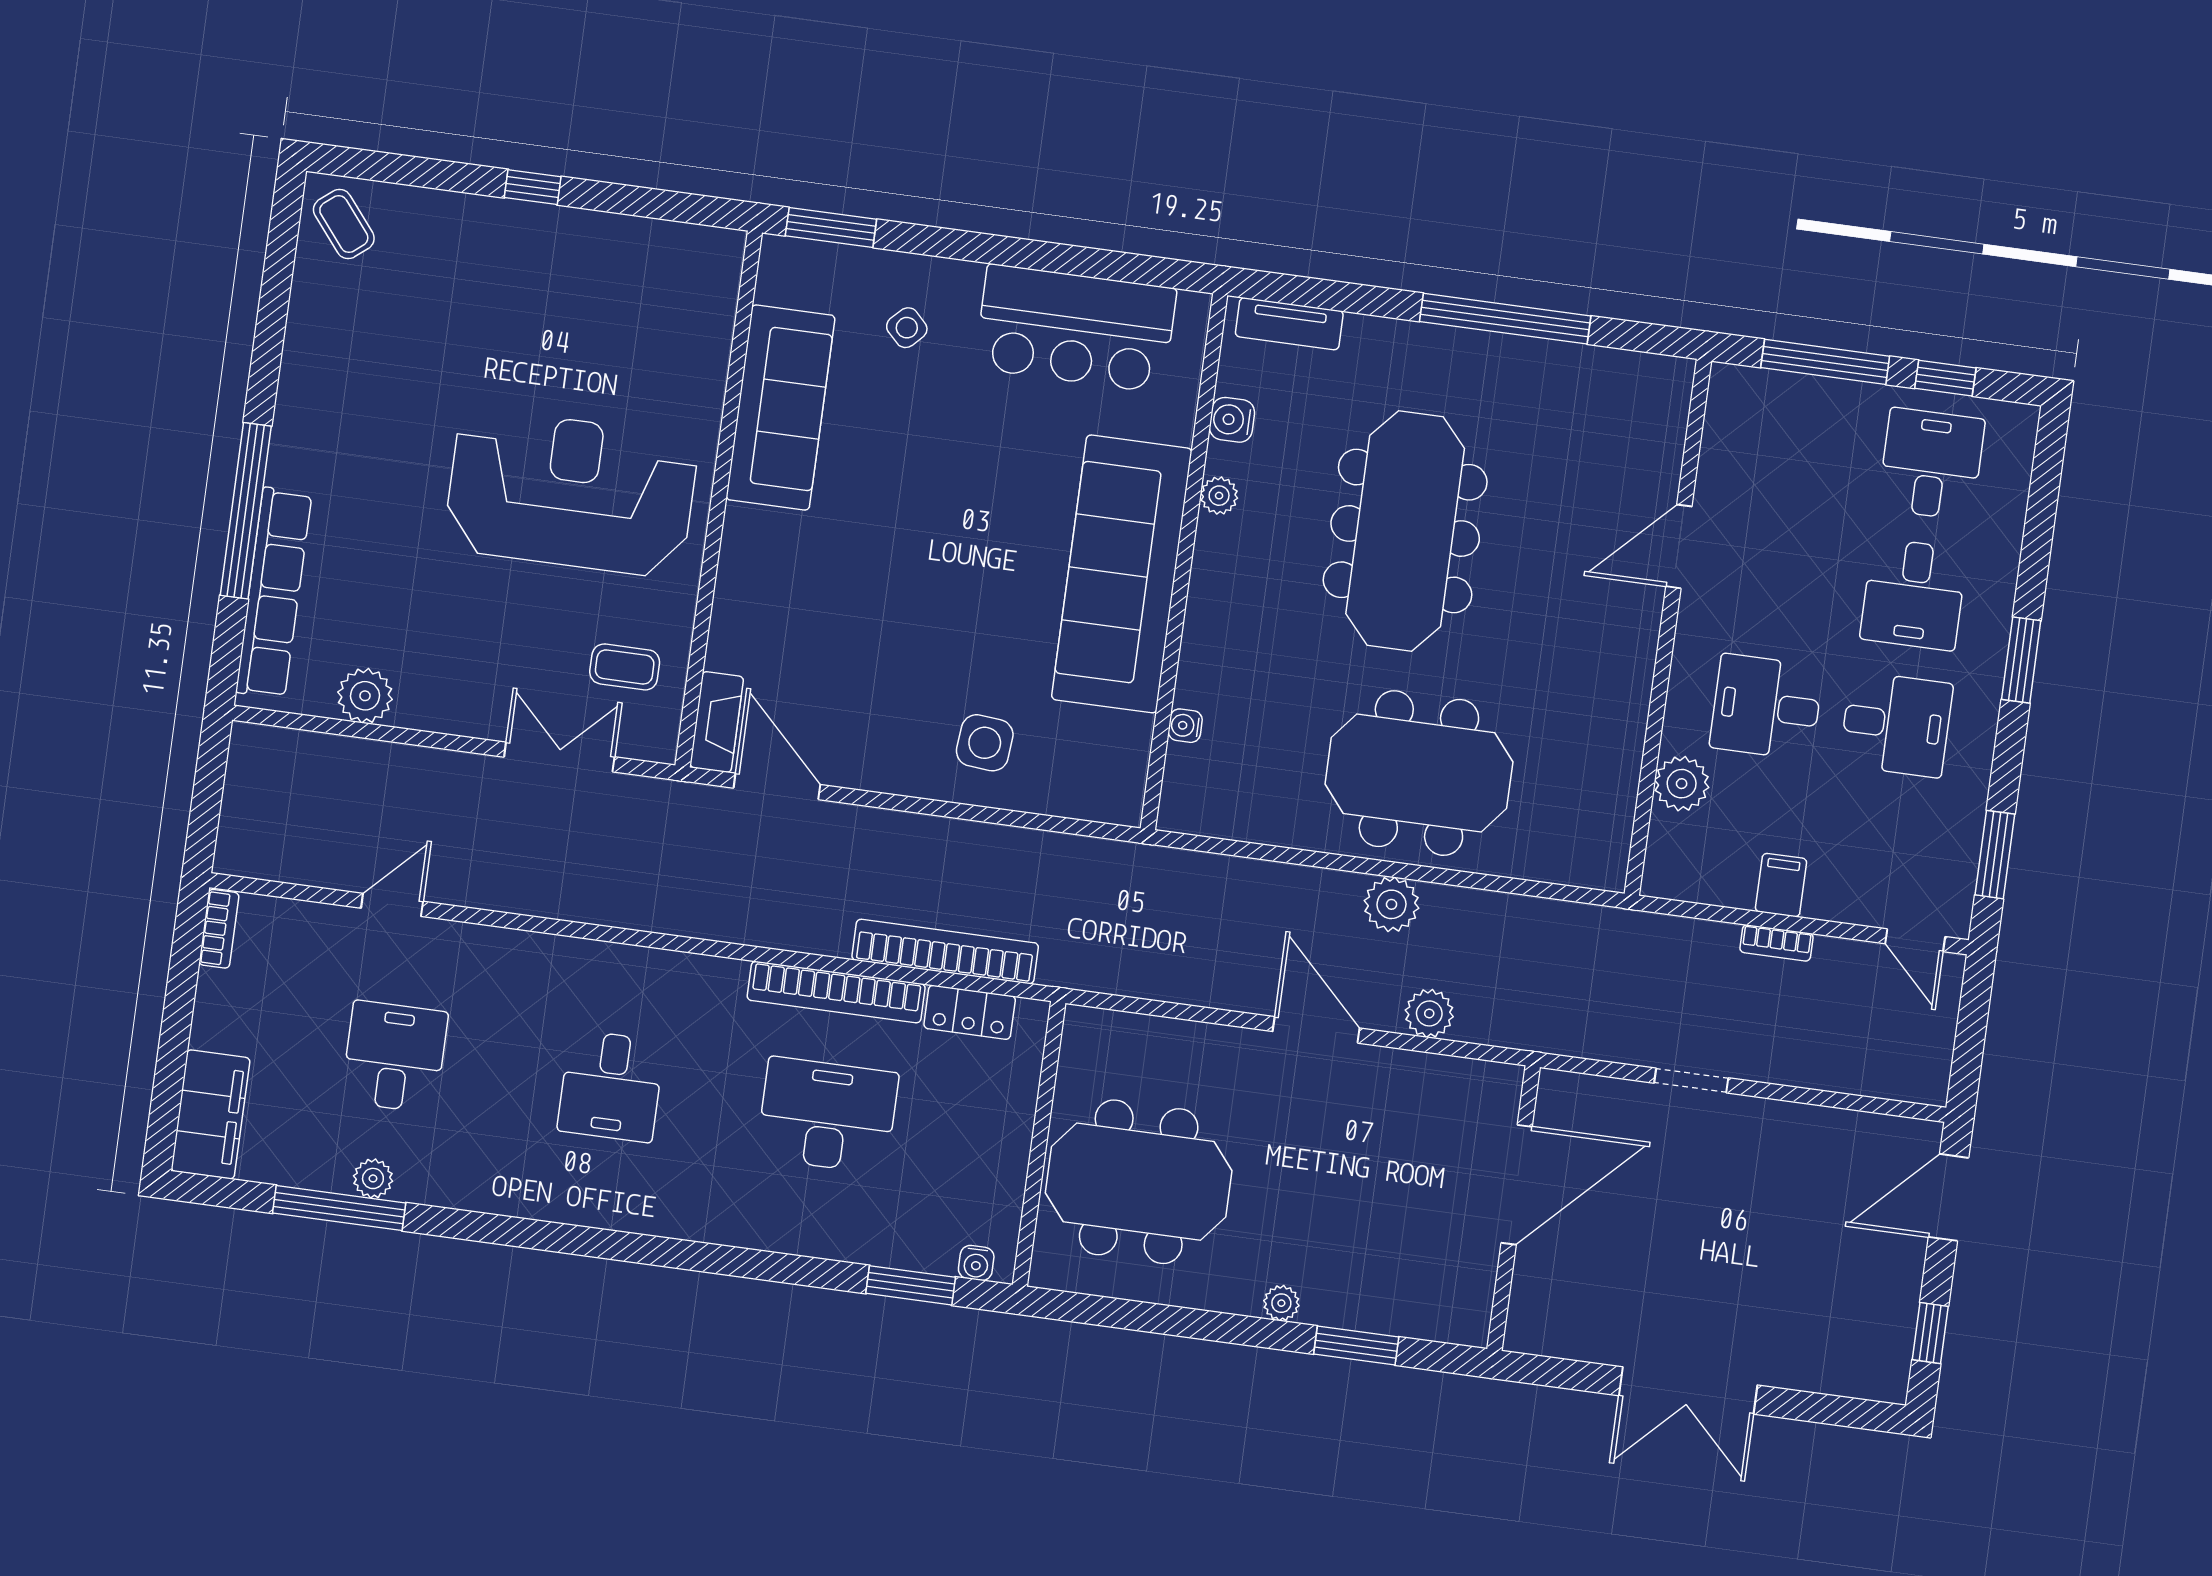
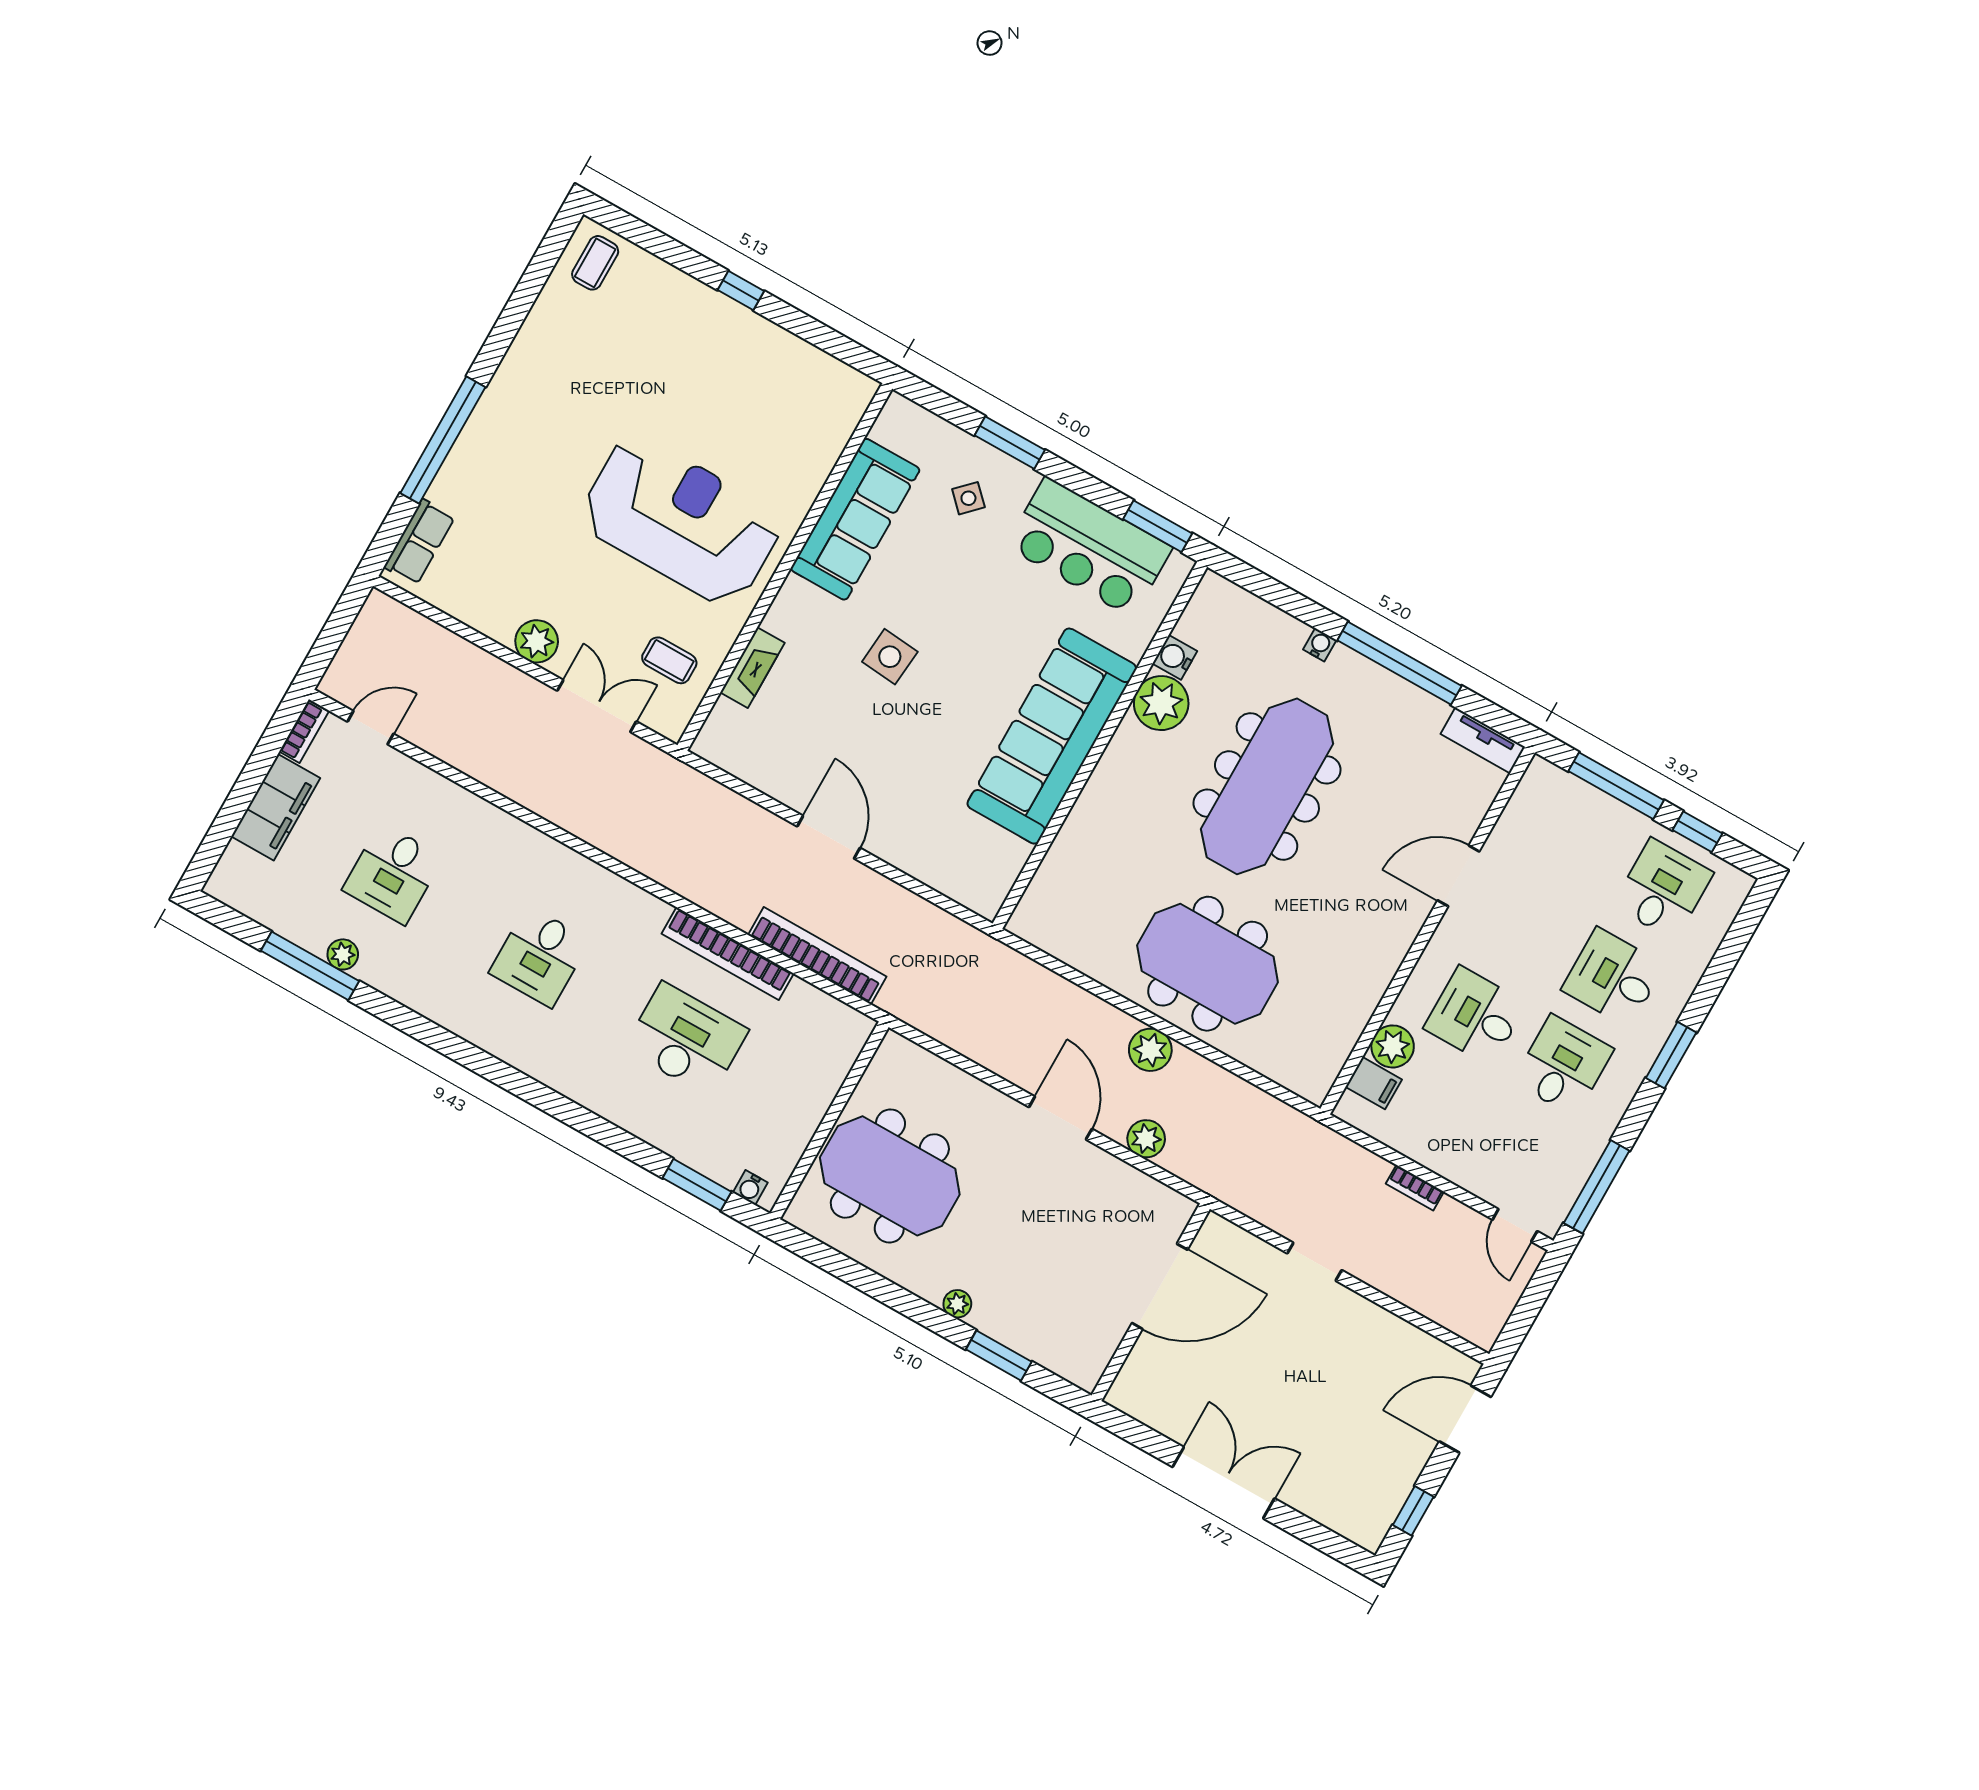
coffee table: (344, 224) -> (595, 263), turned 39
window: (831, 227) -> (1010, 443), moved
window: (1148, 270) -> (1158, 526), added
tv unit: (1289, 324) -> (1483, 740), moved
plant: (1219, 496) -> (1161, 703), width x1.88, depth x1.88
row of seats: (274, 593) -> (419, 542), width x0.50
desk: (1914, 594) -> (1613, 977), turned 90
plant: (365, 696) -> (537, 641), moved
fireplace: (717, 722) -> (752, 668), moved
desk: (1896, 724) -> (1563, 1065), turned -90
water cooler: (1185, 726) -> (1320, 645), moved, turned 90
side table: (985, 743) -> (890, 657), moved
door: (777, 786) -> (829, 837), moved
window: (1995, 855) -> (1597, 1187), width x1.44
filing cabinet: (1781, 885) -> (1374, 1083), moved, turned 90
door: (392, 905) -> (370, 728), moved
locker: (970, 1012) -> (817, 1006), removed
desk: (394, 1057) -> (393, 873), turned 180
filing cabinet: (211, 1114) -> (276, 807), moved
double door: (1688, 1390) -> (1223, 1483), swing flipped

